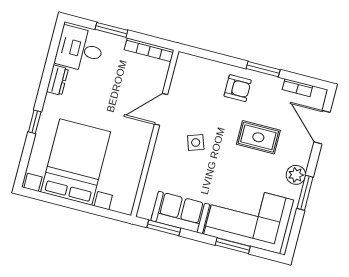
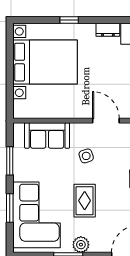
rug: (258, 137) -> (85, 201), moved
sofa: (180, 212) -> (47, 135), moved, turned 90
window: (164, 228) -> (10, 161), moved

